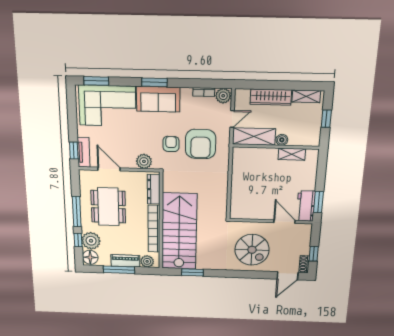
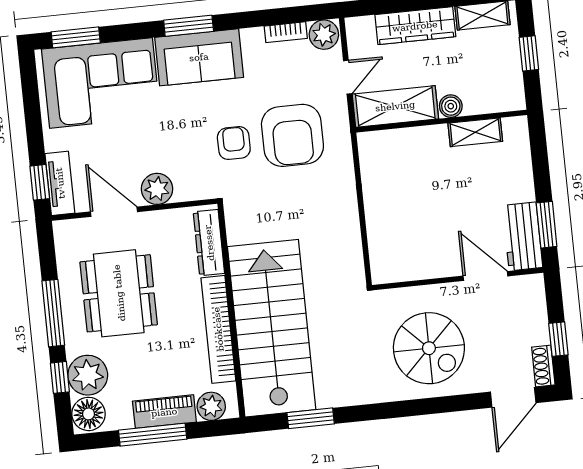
plant: (144, 161) -> (157, 189), moved

